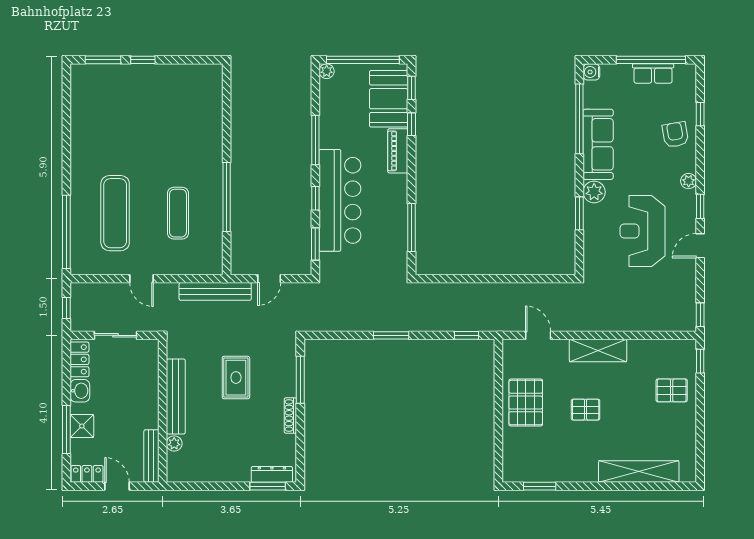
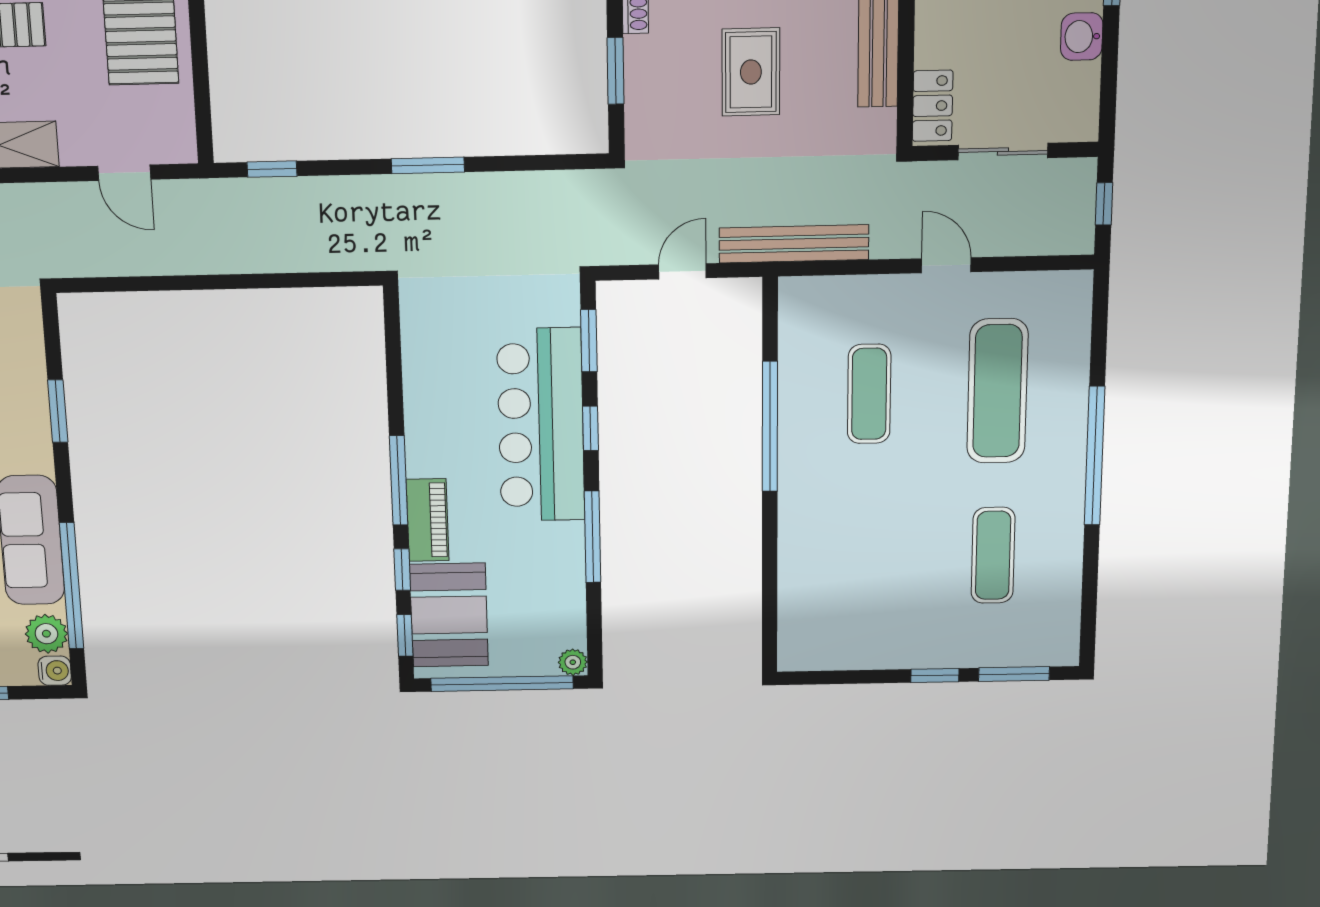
exercise mat: (115, 126) -> (993, 555), added
plant: (594, 192) -> (46, 634), moved
window: (412, 228) -> (399, 481), moved
window: (66, 232) -> (1095, 456), moved
locker: (79, 359) -> (933, 106), moved, turned 180
window: (300, 380) -> (615, 71), width x0.69

